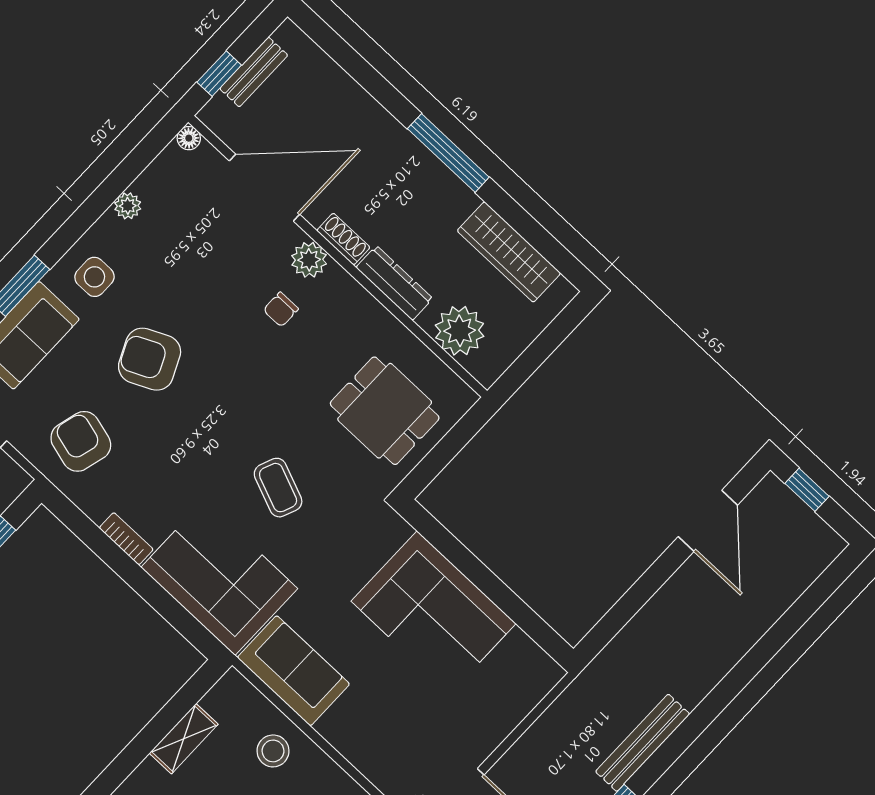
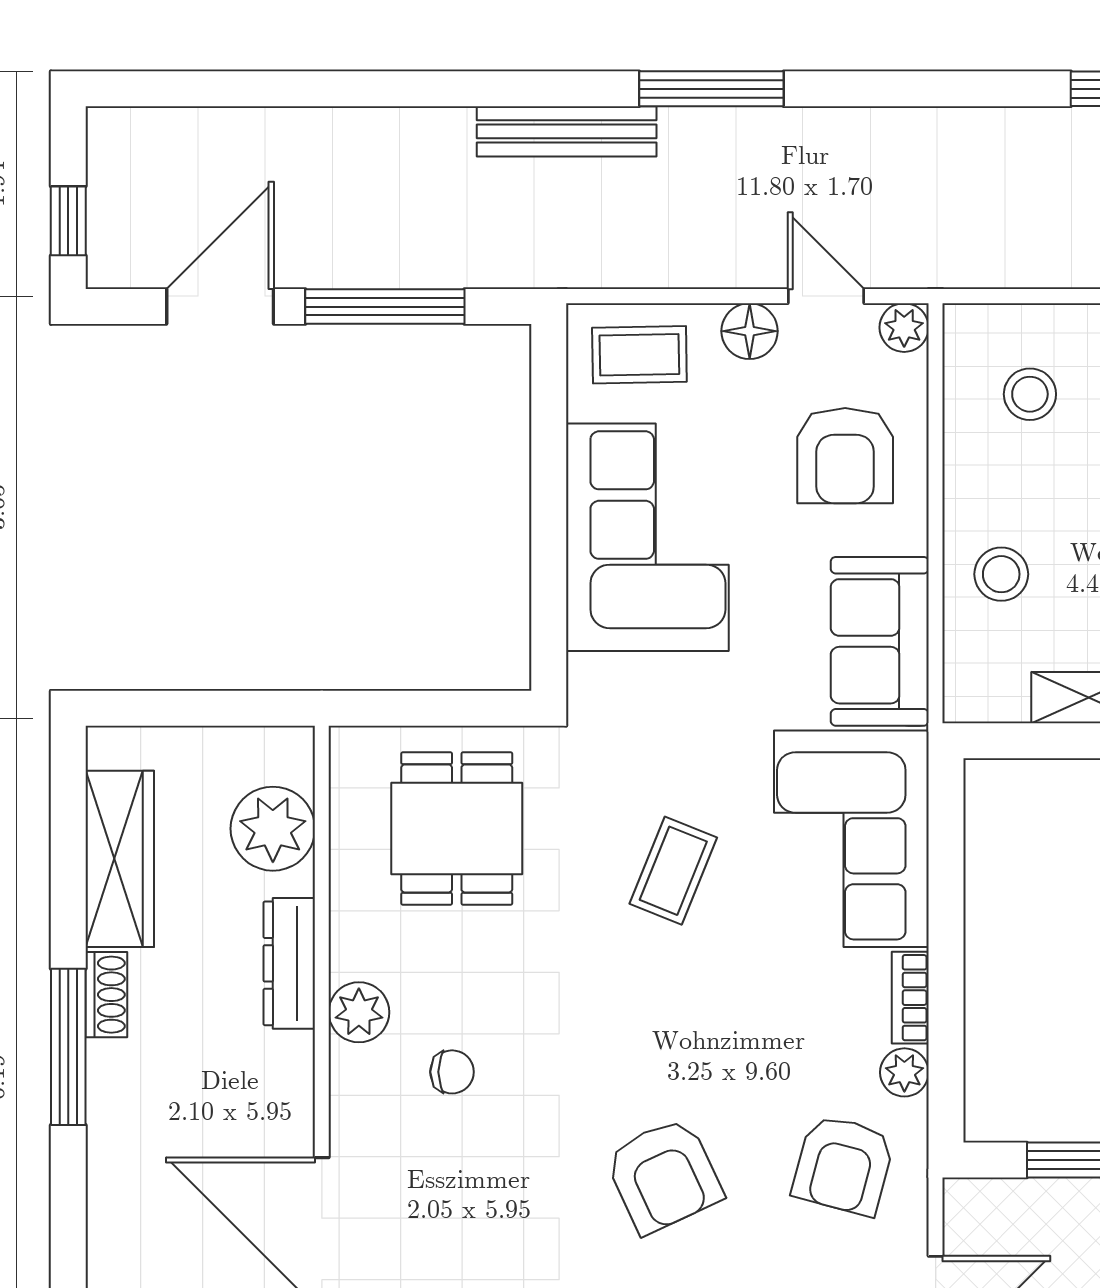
shoe rack: (343, 239) -> (106, 995), moved, turned 180
plant: (309, 260) -> (359, 1012), moved
plant: (96, 506) -> (904, 1072), added
window: (641, 592) -> (385, 307), added
coffee table: (516, 683) -> (639, 355), added
armchair: (388, 731) -> (845, 456), added
floor lamp: (481, 741) -> (750, 331), added

